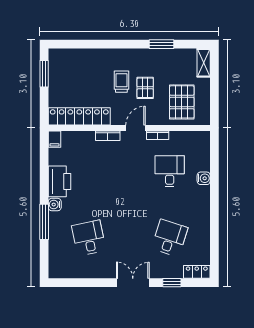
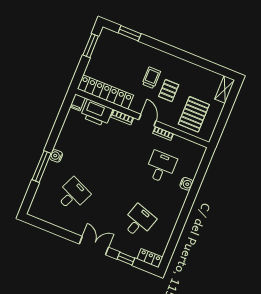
window: (162, 44) -> (130, 33), moved
door: (136, 128) -> (147, 120), hinge flipped
printer: (59, 181) -> (97, 113), moved, turned 90
desk: (89, 238) -> (73, 195), turned 36

